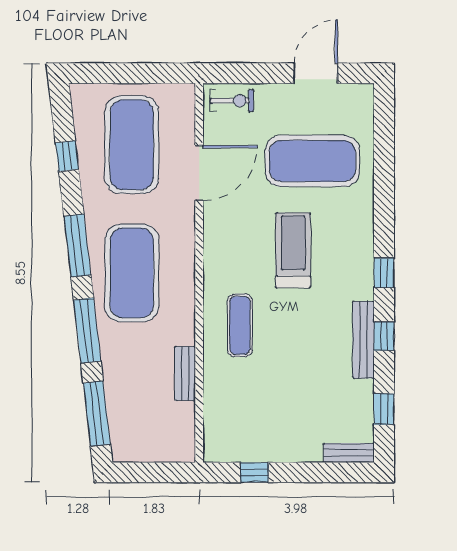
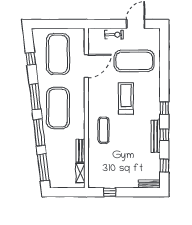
exercise bike: (232, 101) -> (114, 35), moved
shelving: (185, 427) -> (80, 173), added

